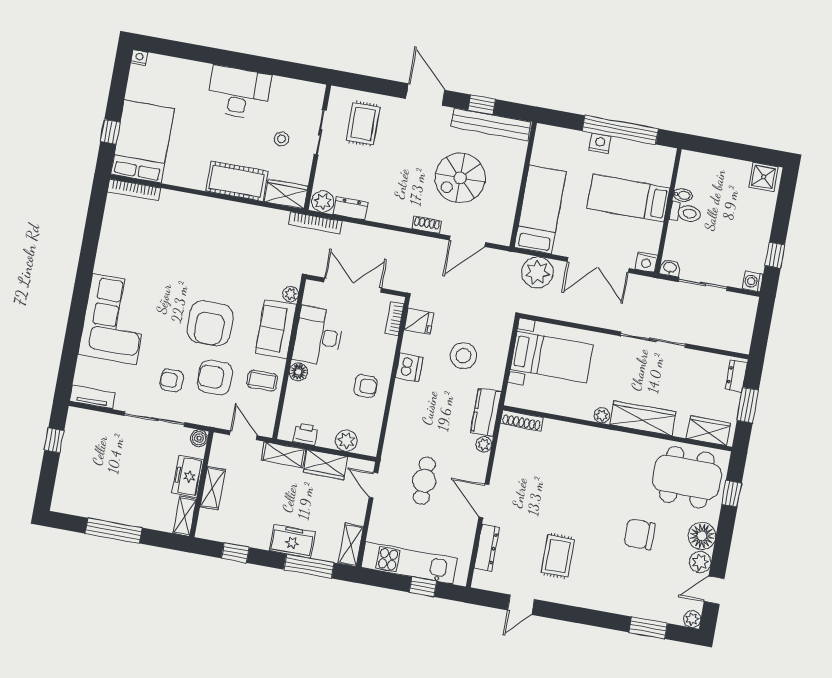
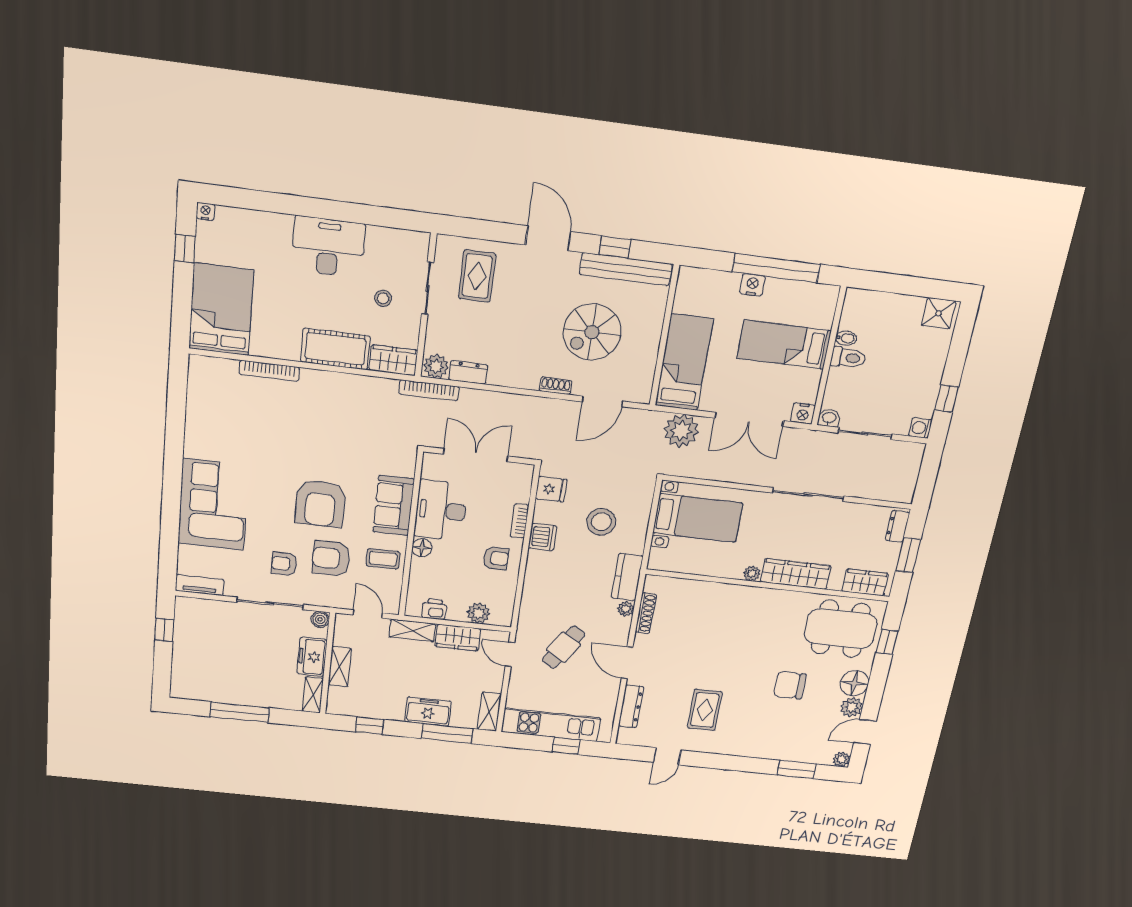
window: (110, 132) -> (185, 249), moved
bookcase: (134, 190) -> (269, 371), moved
plant: (291, 294) -> (407, 468), removed
bookcase: (395, 319) -> (519, 521), moved
shoe rack: (522, 421) -> (646, 613), moved, turned -90
cafe table: (424, 481) -> (564, 647), turned 32

